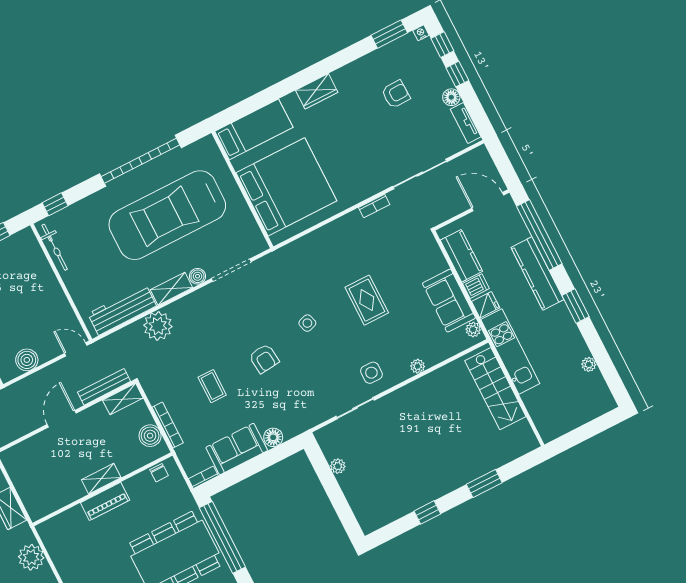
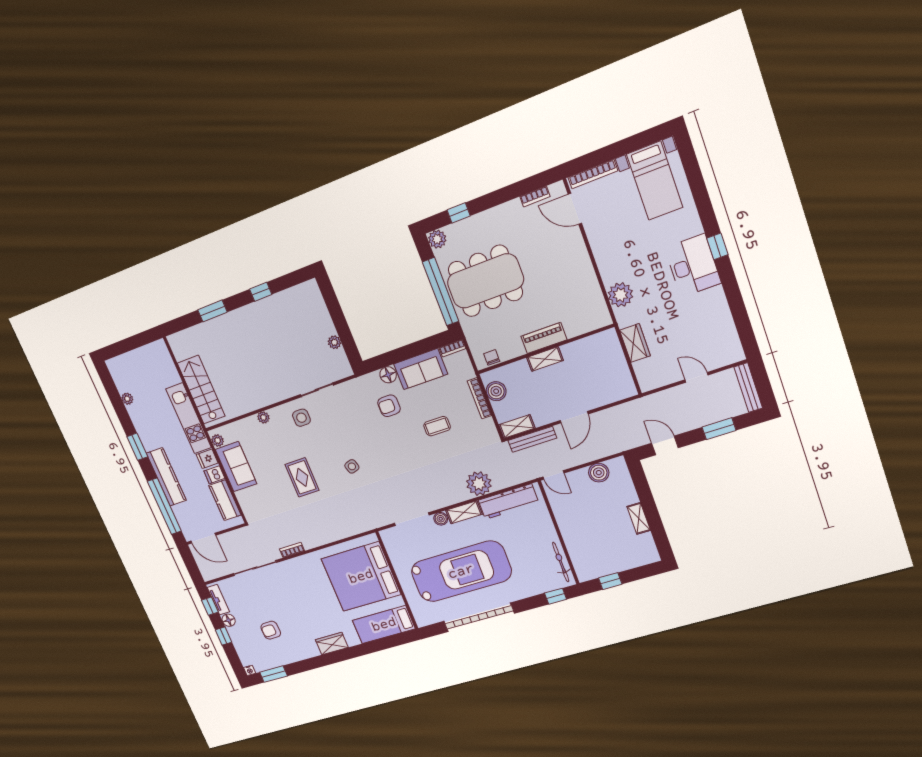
window: (442, 45) -> (210, 606), moved
armchair: (264, 359) -> (389, 406), moved, turned -84
coffee table: (212, 386) -> (437, 426), turned 90

